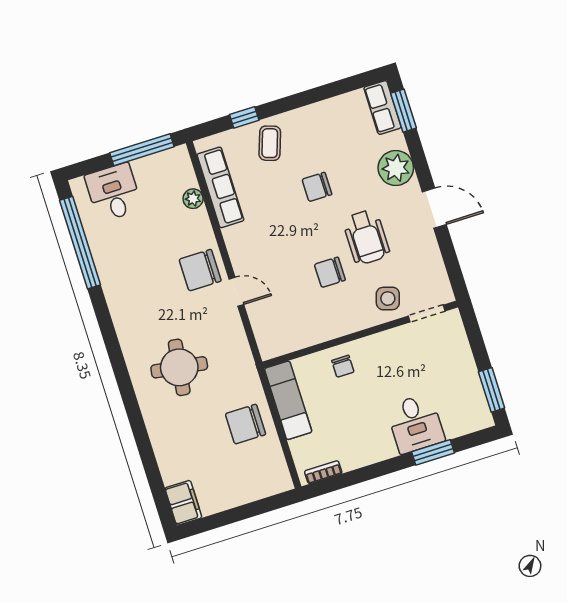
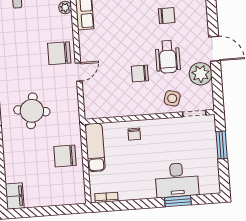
plant: (396, 168) -> (201, 74), moved
chair: (317, 187) -> (167, 16), moved, turned 180
door: (236, 292) -> (79, 72), hinge flipped
window: (492, 390) -> (222, 145), moved
desk: (415, 424) -> (177, 180), width x1.37

